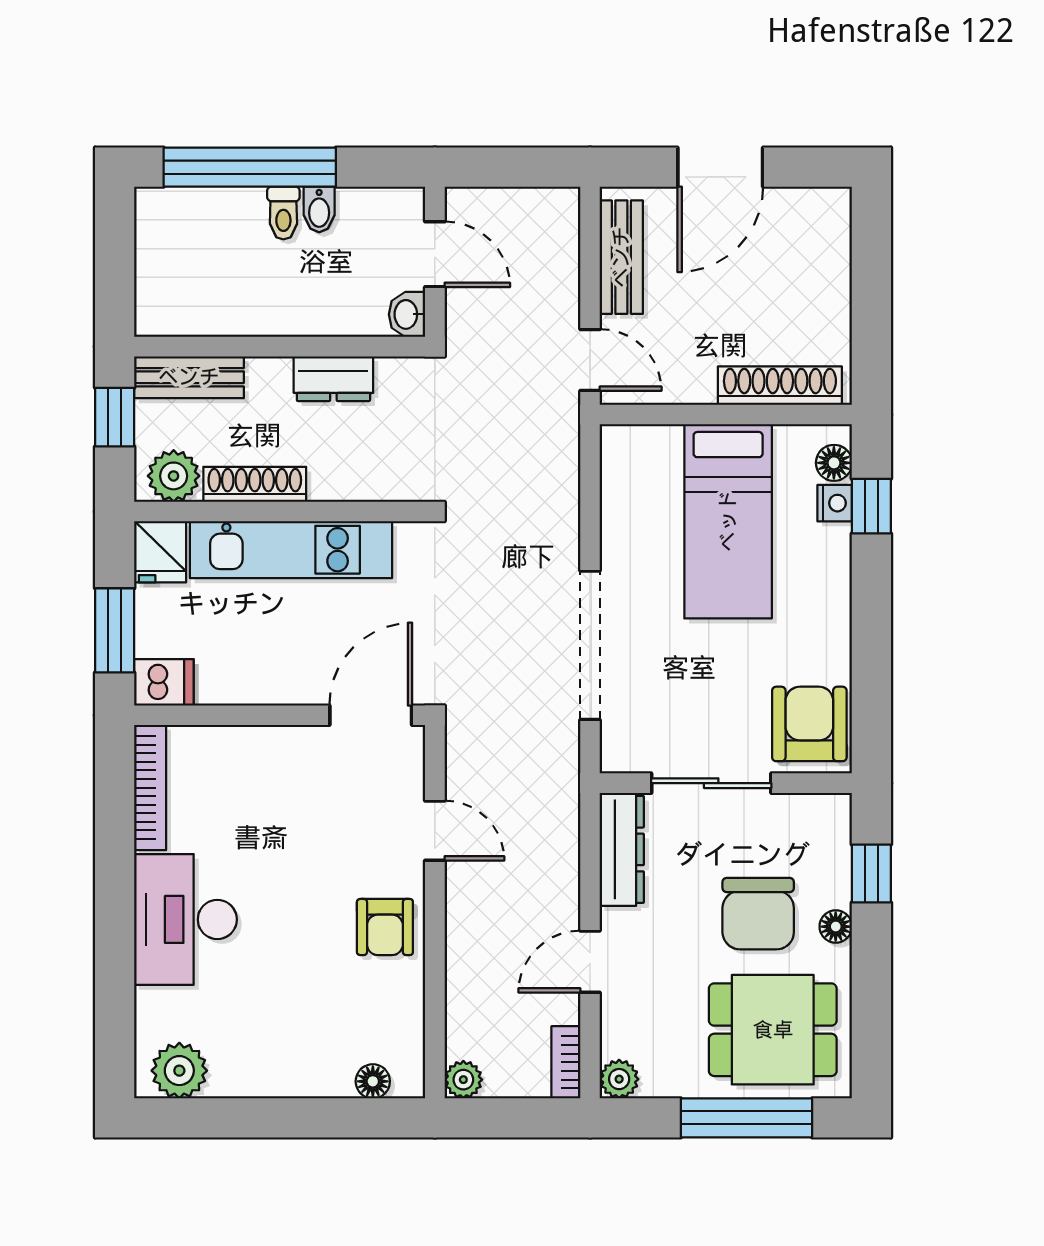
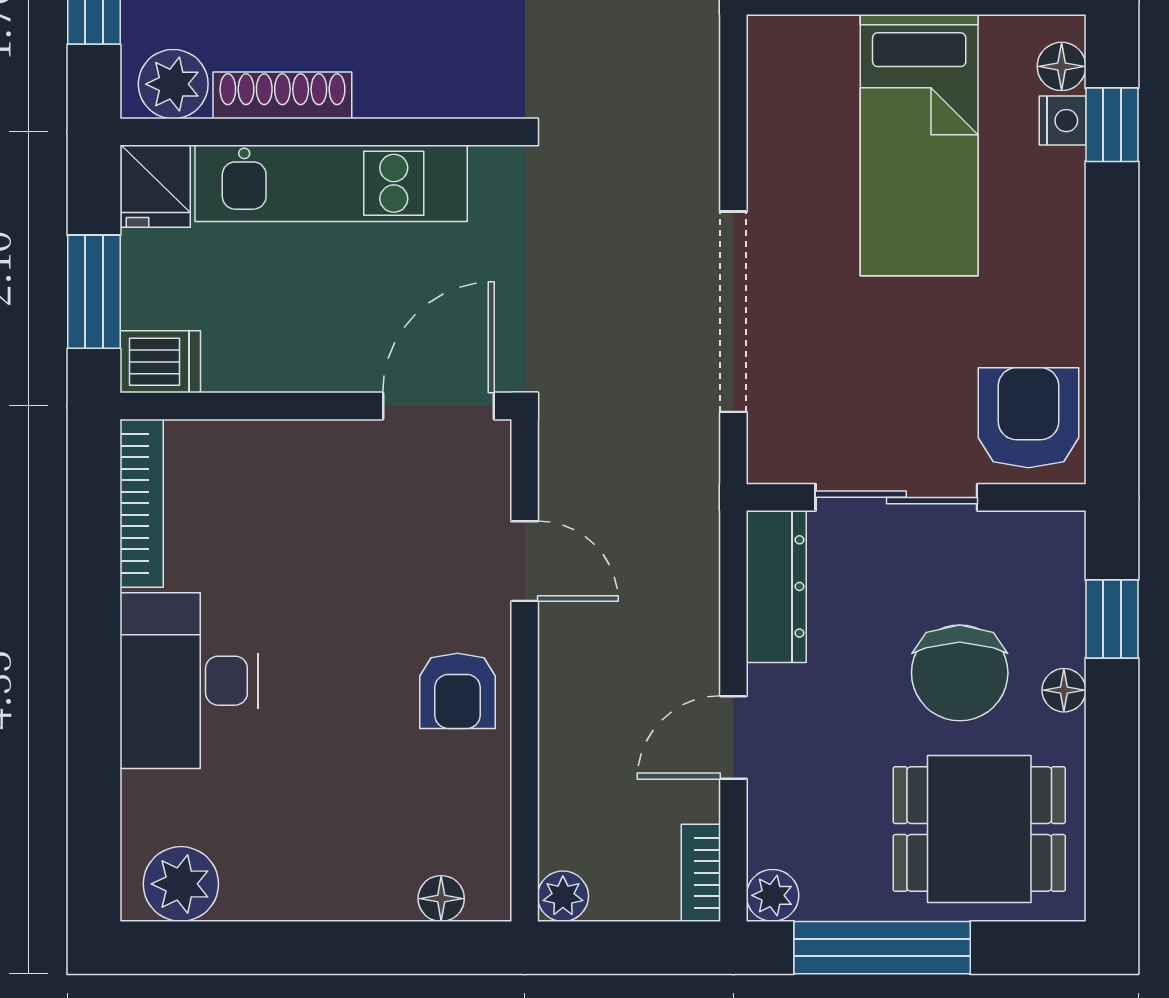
window: (746, 1118) -> (882, 948), moved

